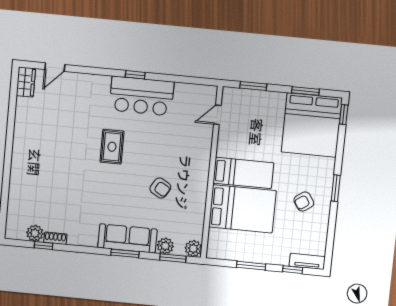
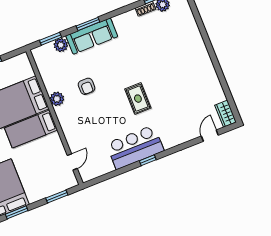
armchair: (160, 188) -> (87, 86), turned -120
plant: (193, 248) -> (57, 99), moved

